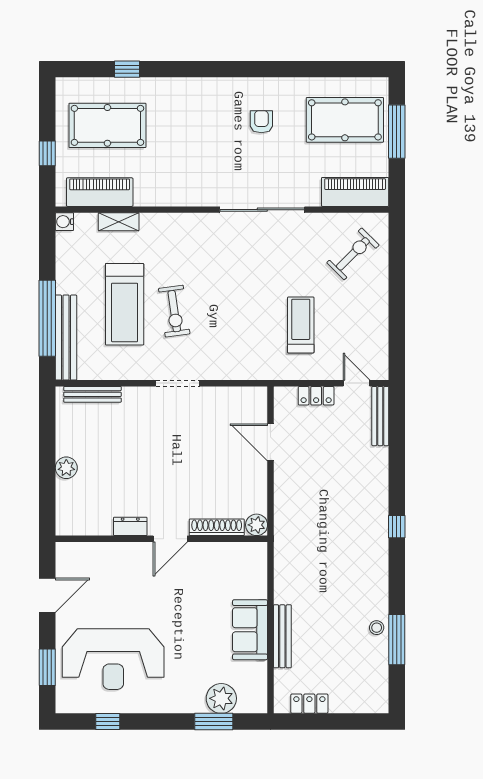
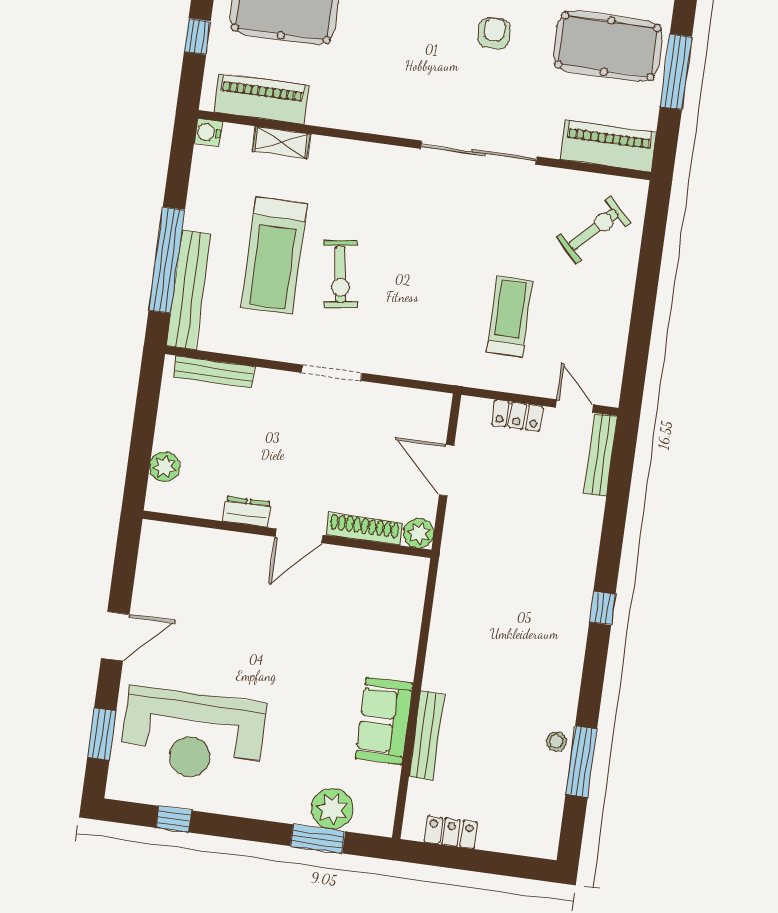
plant: (257, 525) -> (419, 533), moved
dresser: (130, 526) -> (247, 512), moved
shoe rack: (217, 527) -> (364, 529), moved
wall: (161, 539) -> (287, 534), moved
door: (170, 539) -> (299, 536), moved

